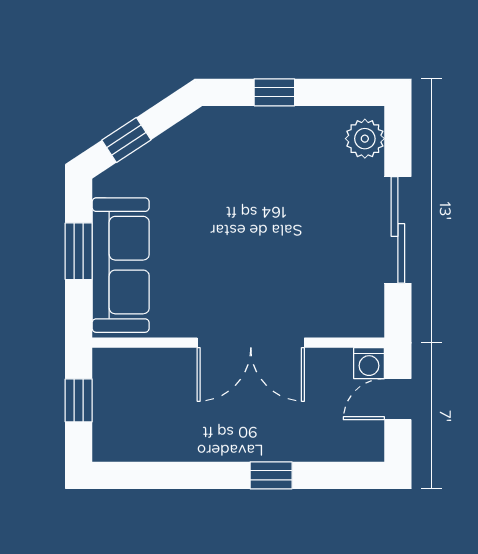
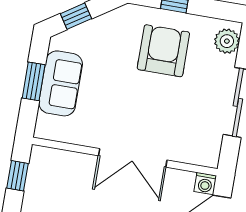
armchair: (270, 170) -> (163, 51), added
sofa: (121, 265) -> (61, 83), width x0.73

